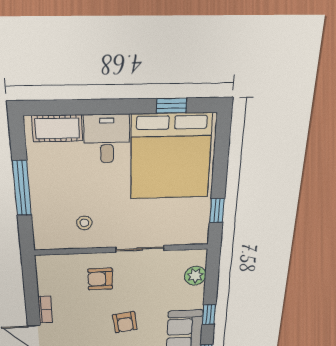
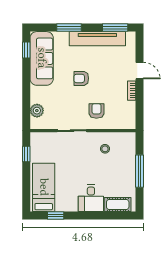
bed: (171, 157) -> (44, 187), width x0.49
armchair: (100, 279) -> (96, 111), turned -90
window: (209, 314) -> (26, 81), removed
armchair: (125, 322) -> (81, 78), turned -82

